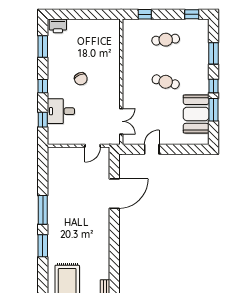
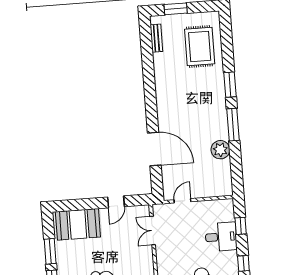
booth: (196, 114) -> (78, 224), moved, turned 90
plant: (56, 189) -> (220, 150), added
door: (114, 194) -> (154, 149), swing flipped

